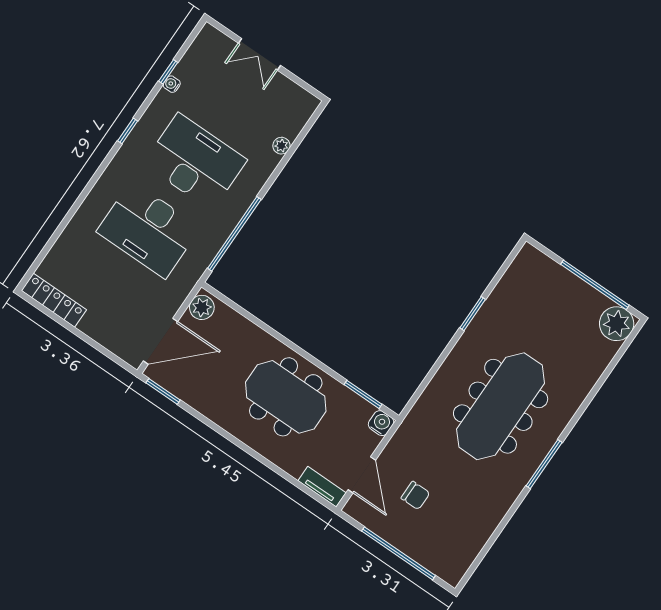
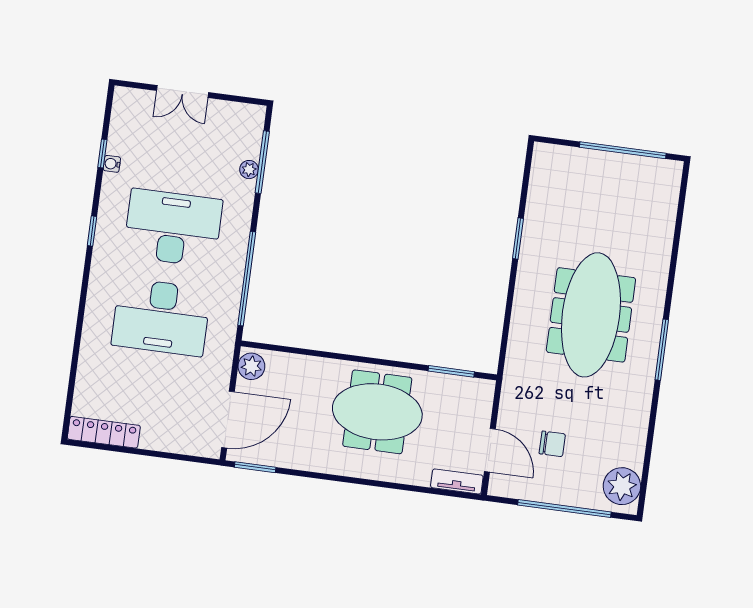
window: (295, 145) -> (262, 162), added
plant: (617, 324) -> (622, 486), moved
water cooler: (381, 423) -> (483, 390), removed

